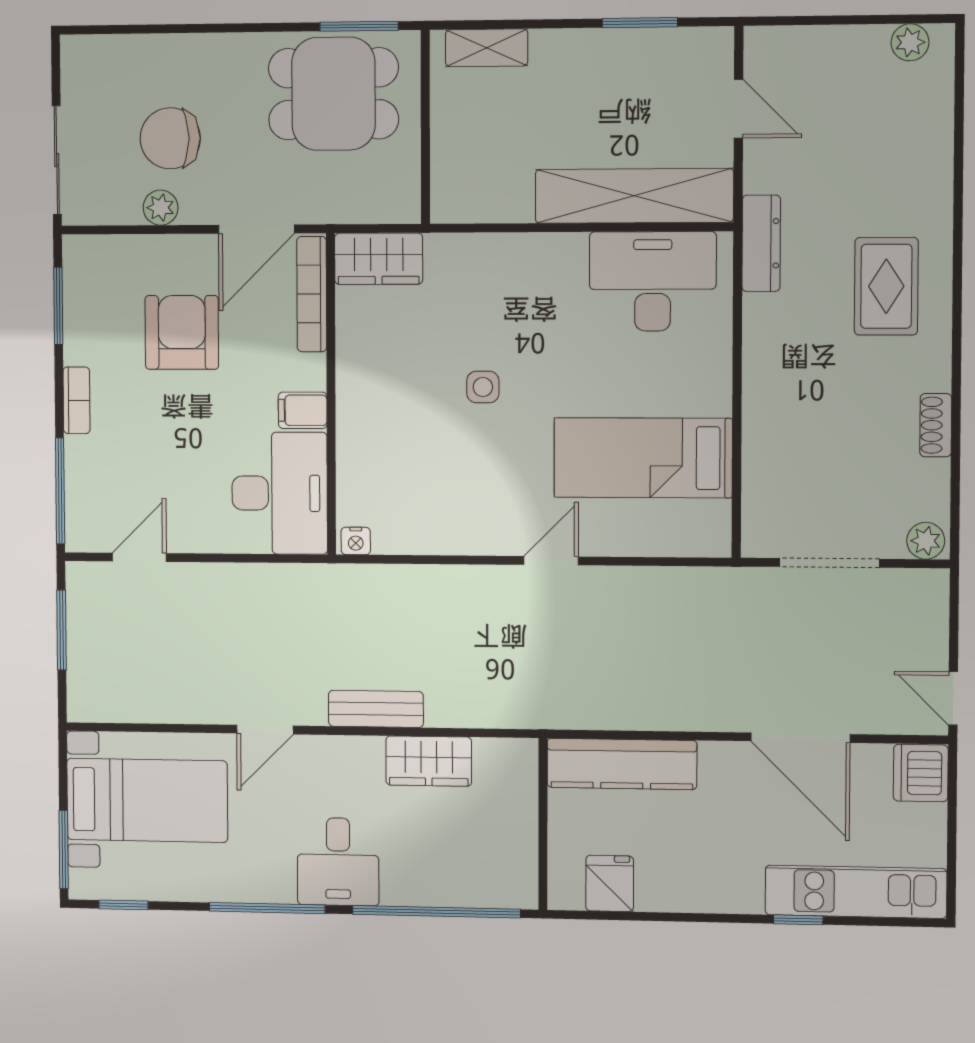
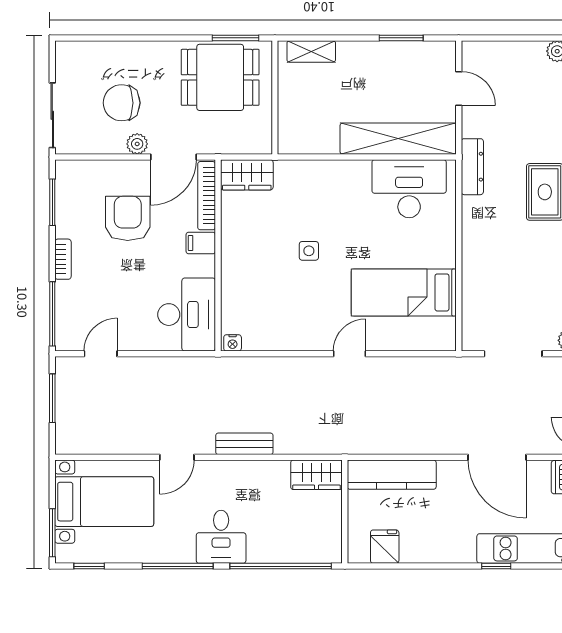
plant: (161, 208) -> (137, 144), moved
filing cabinet: (303, 410) -> (201, 243), moved
wardrobe: (429, 761) -> (316, 475), moved

